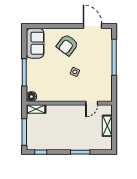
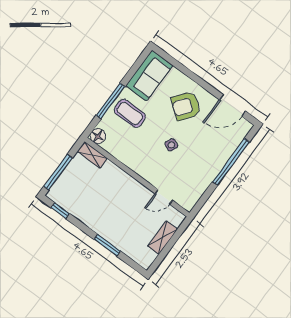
door: (92, 26) -> (233, 106), swing flipped
coffee table: (40, 71) -> (130, 113), added

